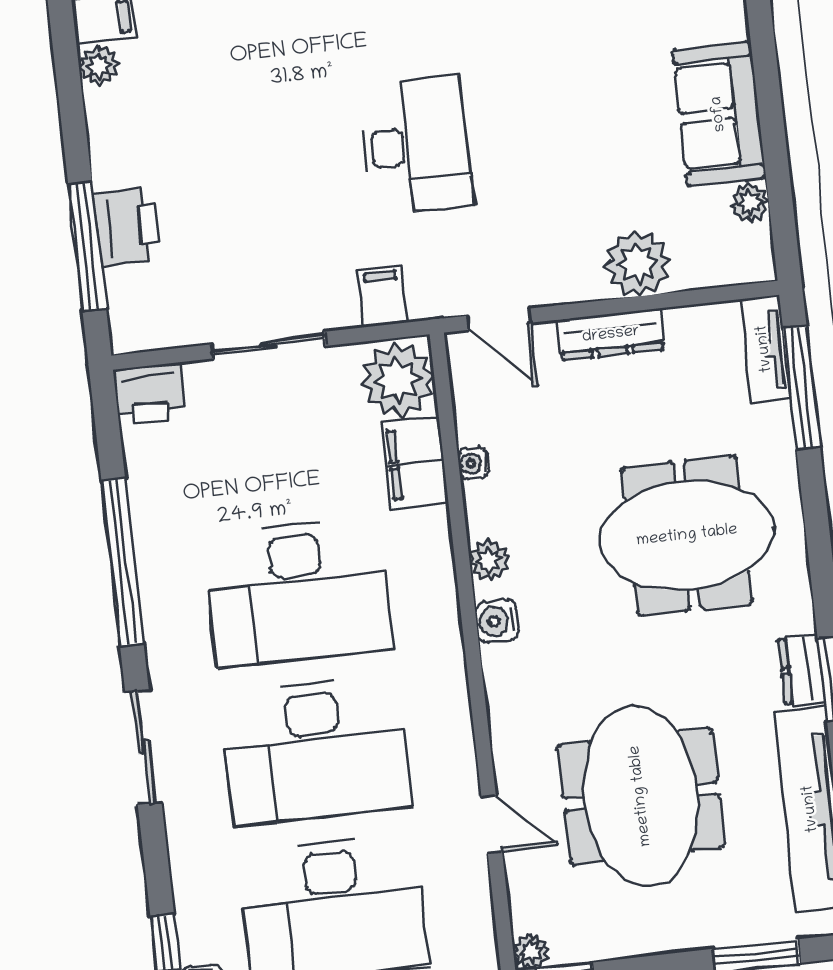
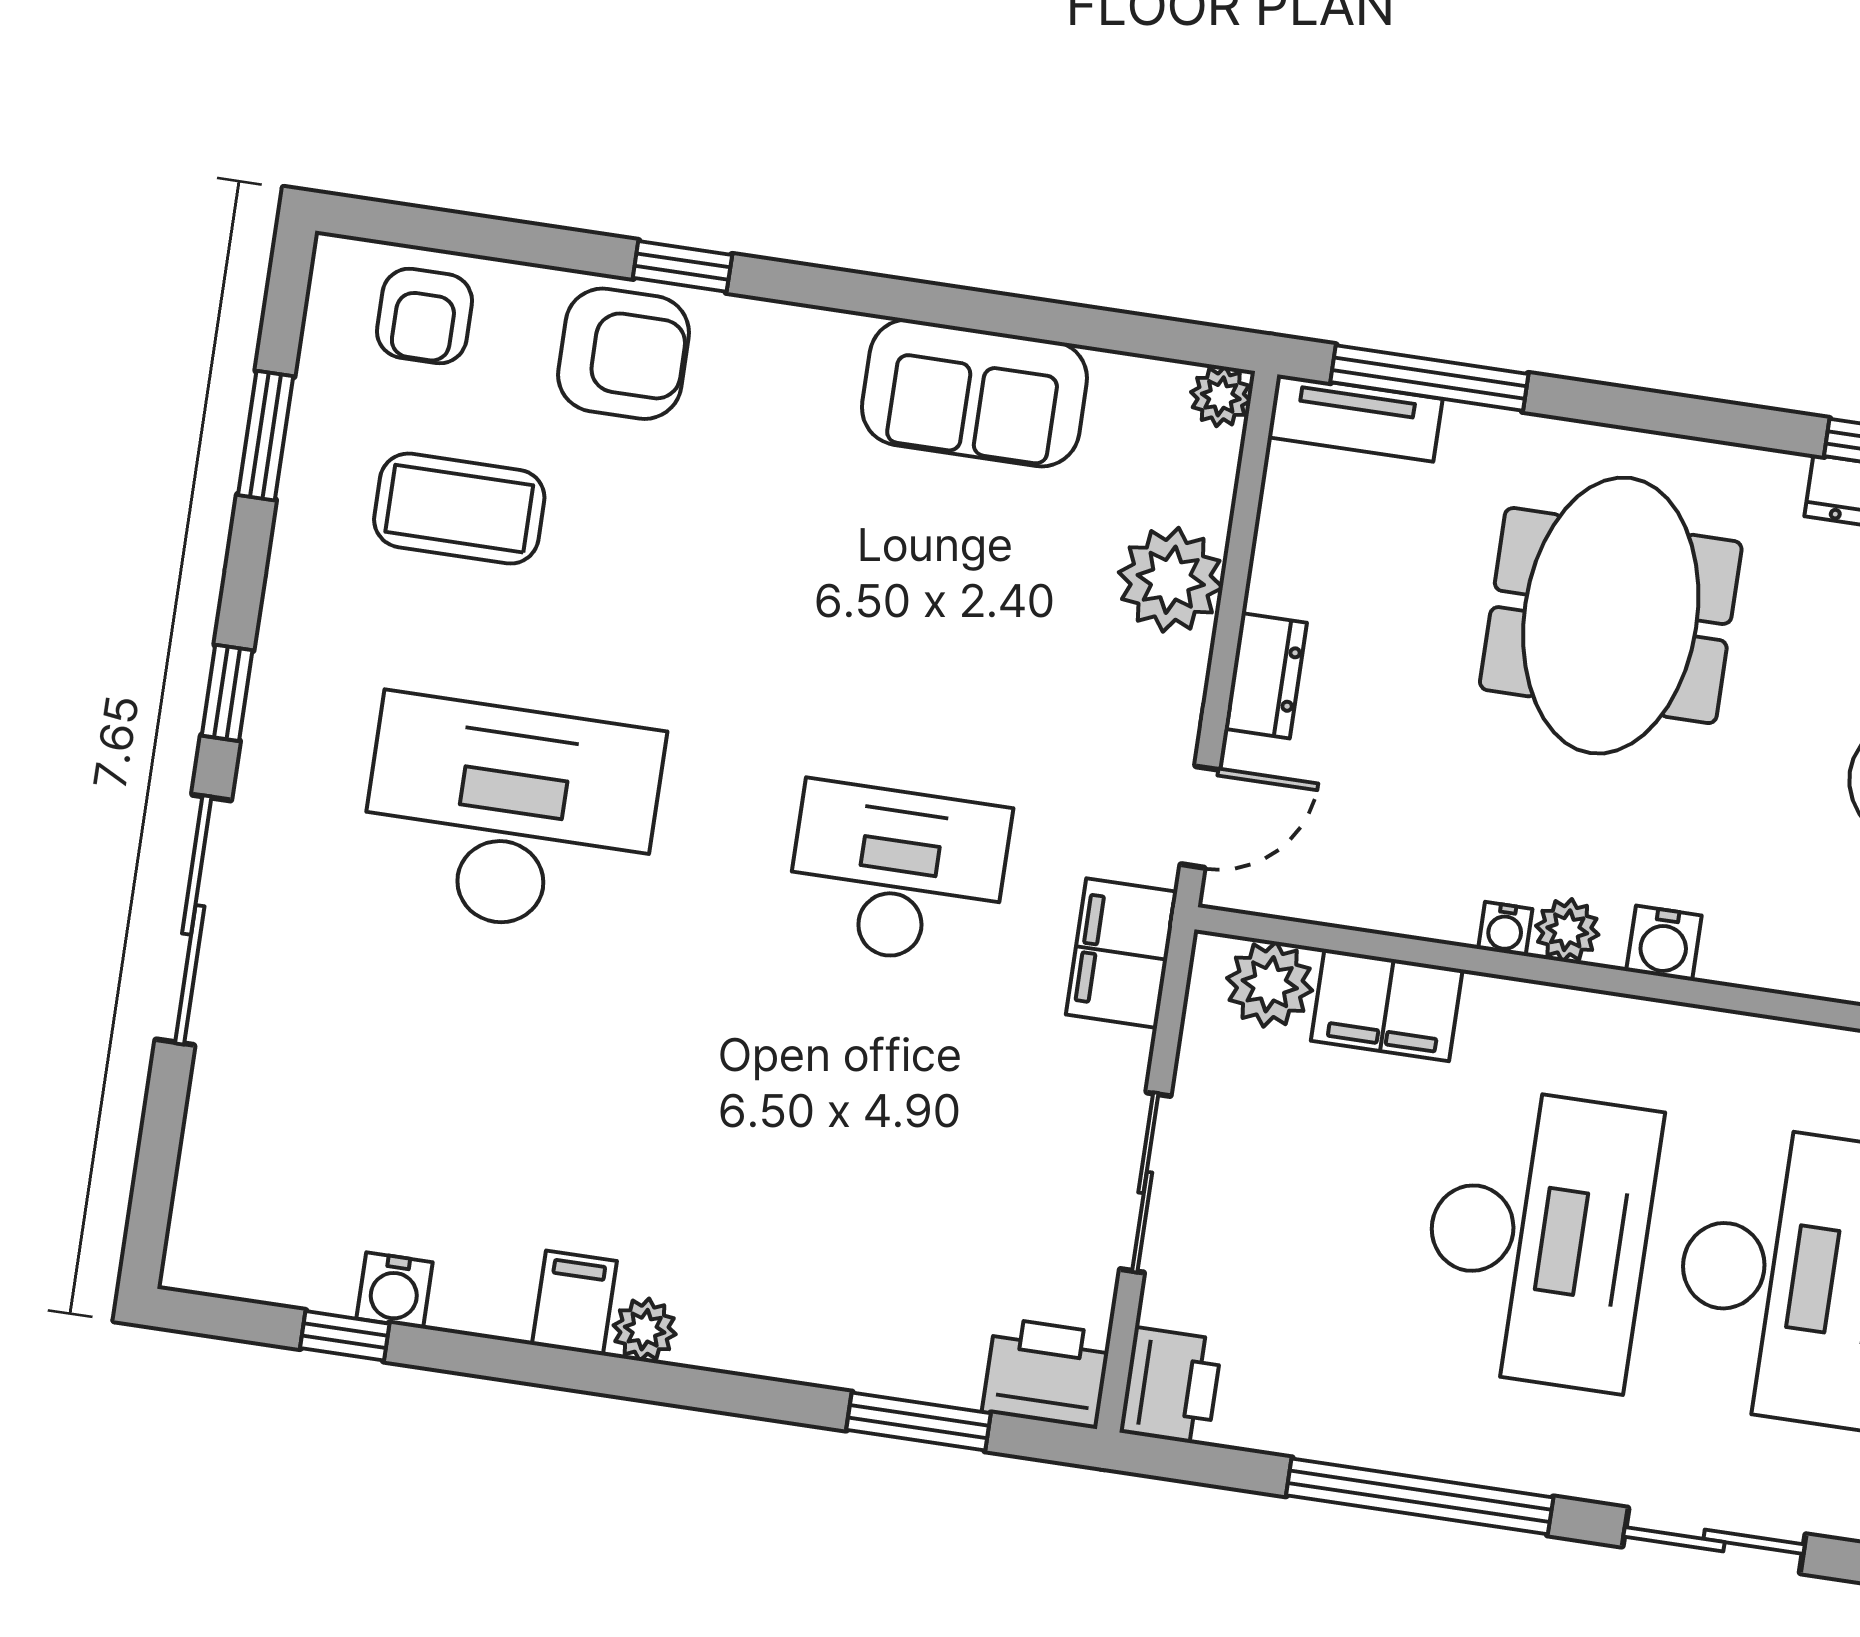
plant: (750, 203) -> (1221, 396), moved
printer: (127, 227) -> (1046, 1373), moved
window: (87, 246) -> (918, 1422), width x0.69
filing cabinet: (382, 296) -> (1122, 953), width x2.00
dresser: (611, 335) -> (1266, 676), width x0.70
plant: (398, 380) -> (1270, 984), width x0.73, depth x0.73
water cooler: (473, 463) -> (1505, 929), moved

